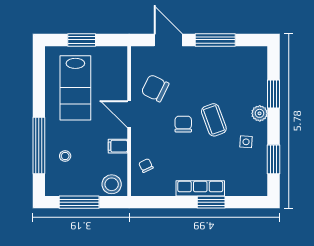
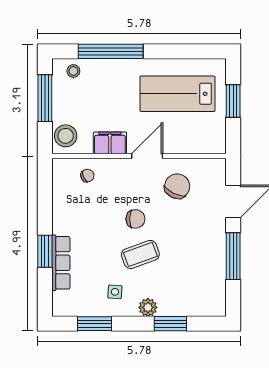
filing cabinet: (118, 146) -> (110, 143), width x2.00
stool: (65, 156) -> (73, 71), moved
row of seats: (200, 188) -> (61, 263), moved

